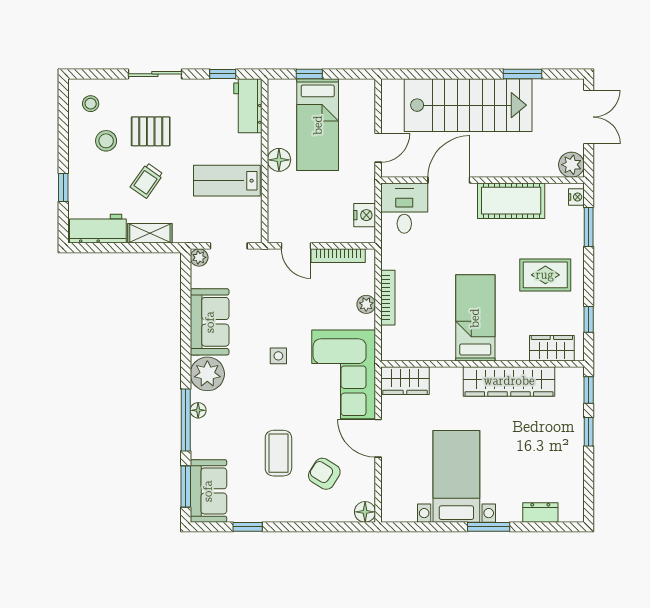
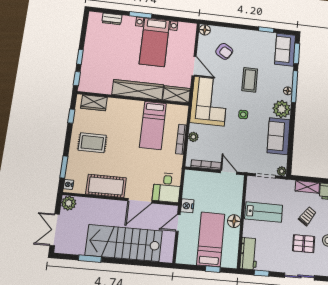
nightstand: (365, 215) -> (187, 206), moved
bed: (475, 318) -> (153, 125), moved
wardrobe: (509, 381) -> (138, 90), moved
coffee table: (278, 453) -> (250, 80), moved

